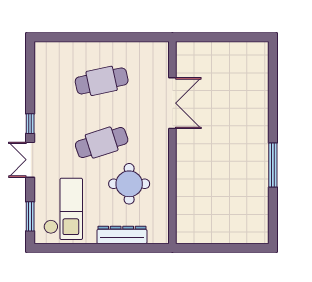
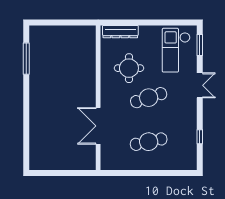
window: (30, 124) -> (200, 137), moved
window: (273, 165) -> (26, 59), moved
dresser: (122, 235) -> (120, 32), moved

